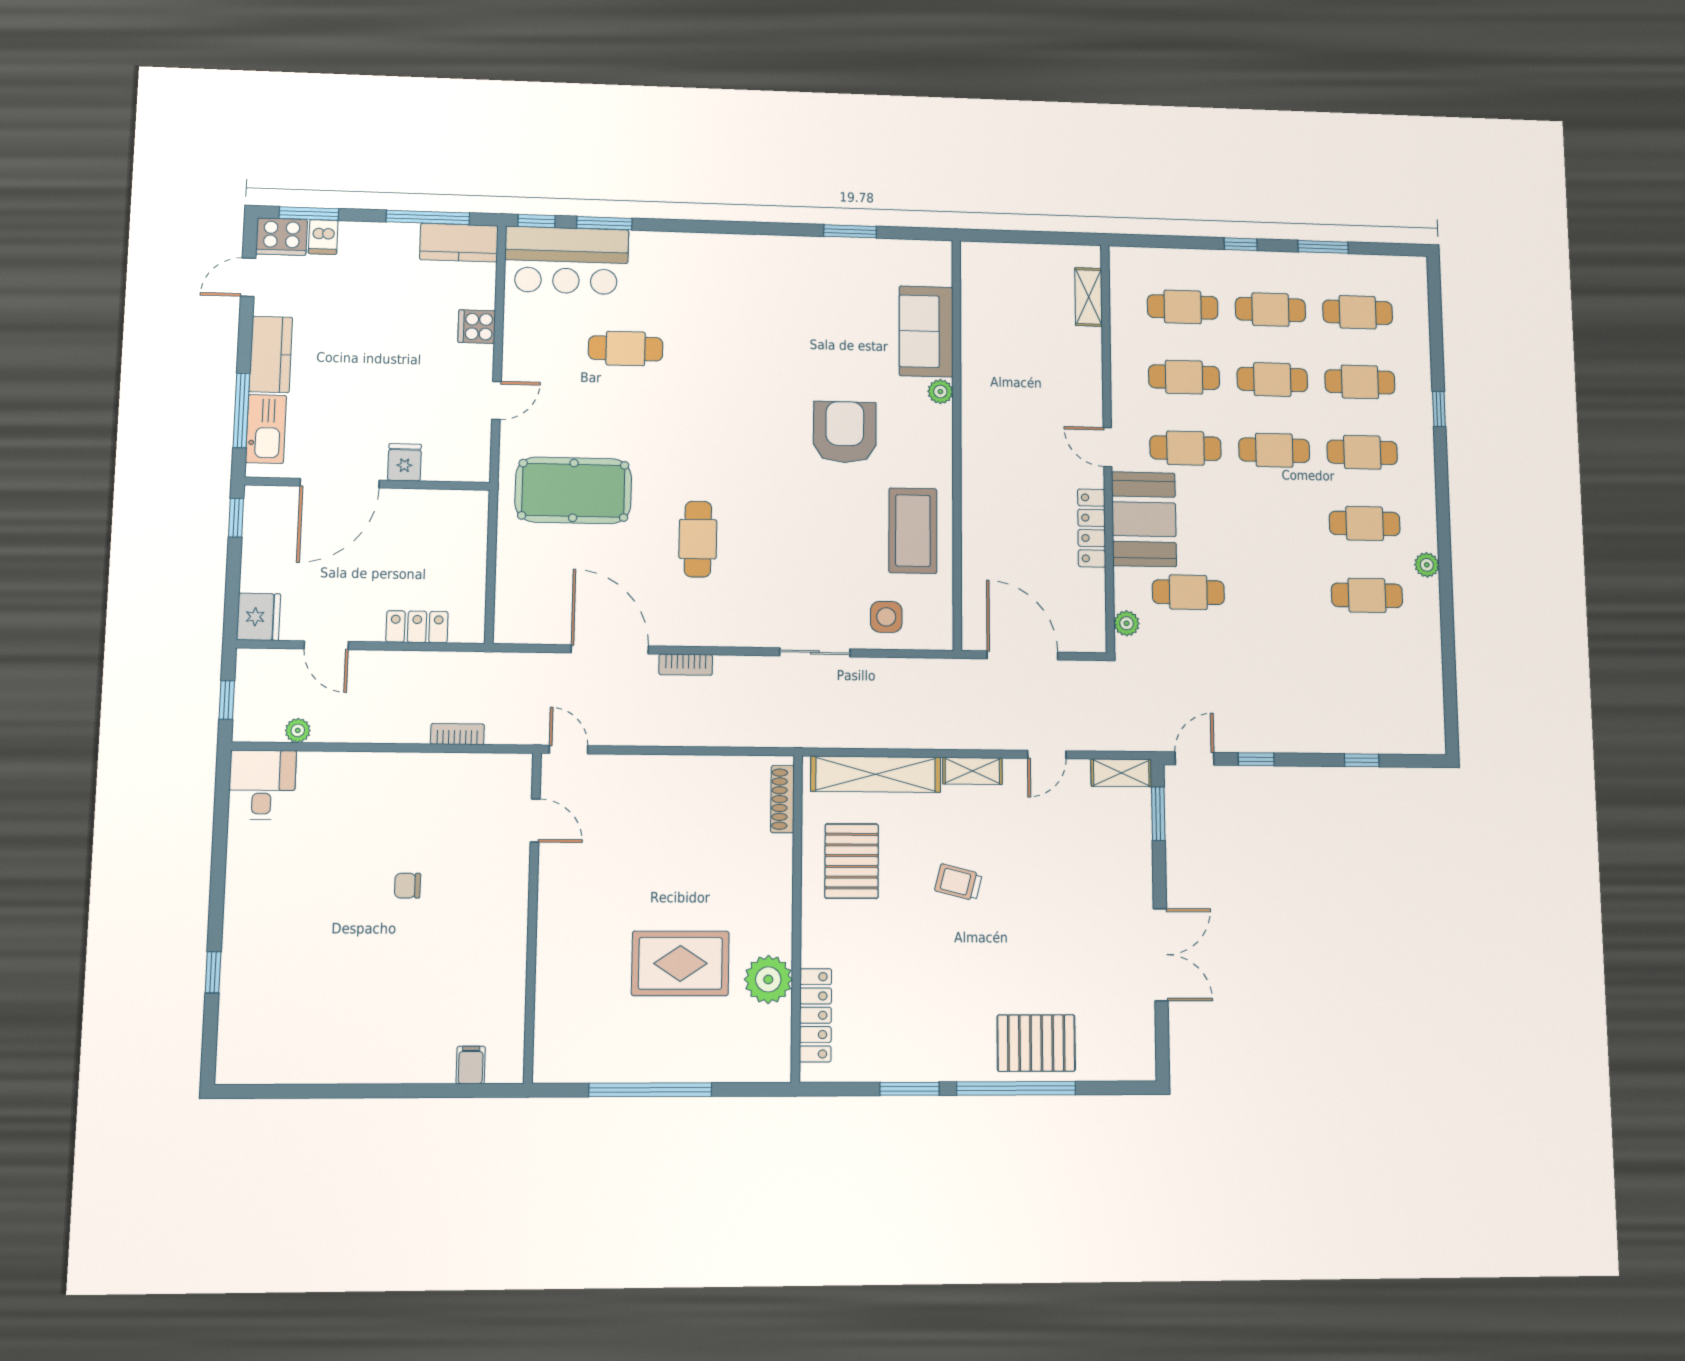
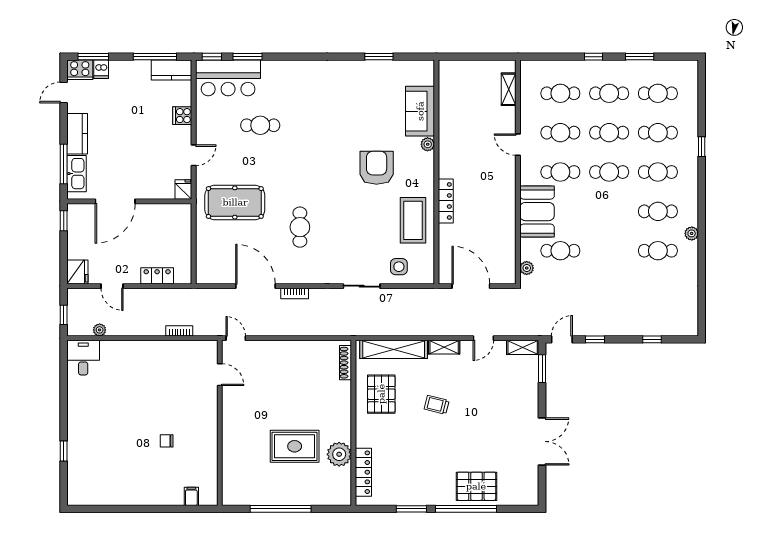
door: (1108, 447) -> (518, 145), moved
fridge: (405, 462) -> (183, 190), moved
locker: (1092, 528) -> (446, 201), moved, turned 180
chair: (408, 886) -> (167, 441), moved

